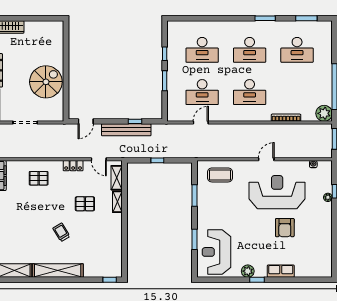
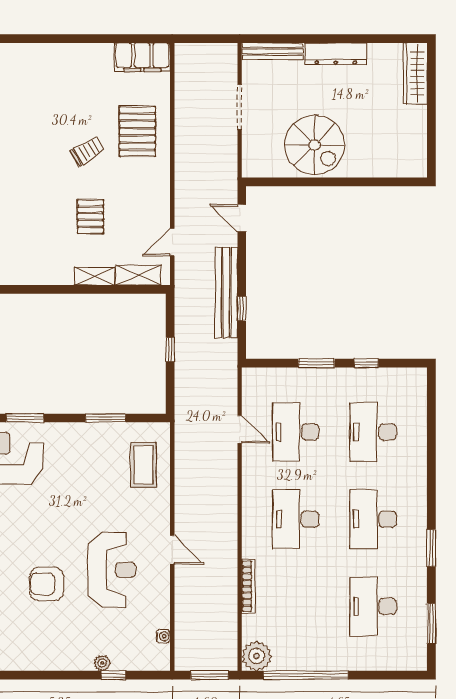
locker: (73, 166) -> (160, 195), removed
pallet: (39, 178) -> (137, 131), width x1.50, depth x1.42
reception desk: (277, 192) -> (112, 570), width x0.74, depth x0.77
trolley: (61, 232) -> (87, 151), moved

